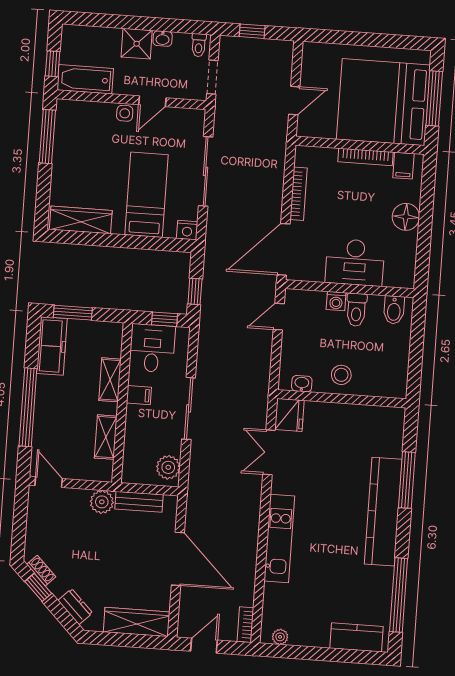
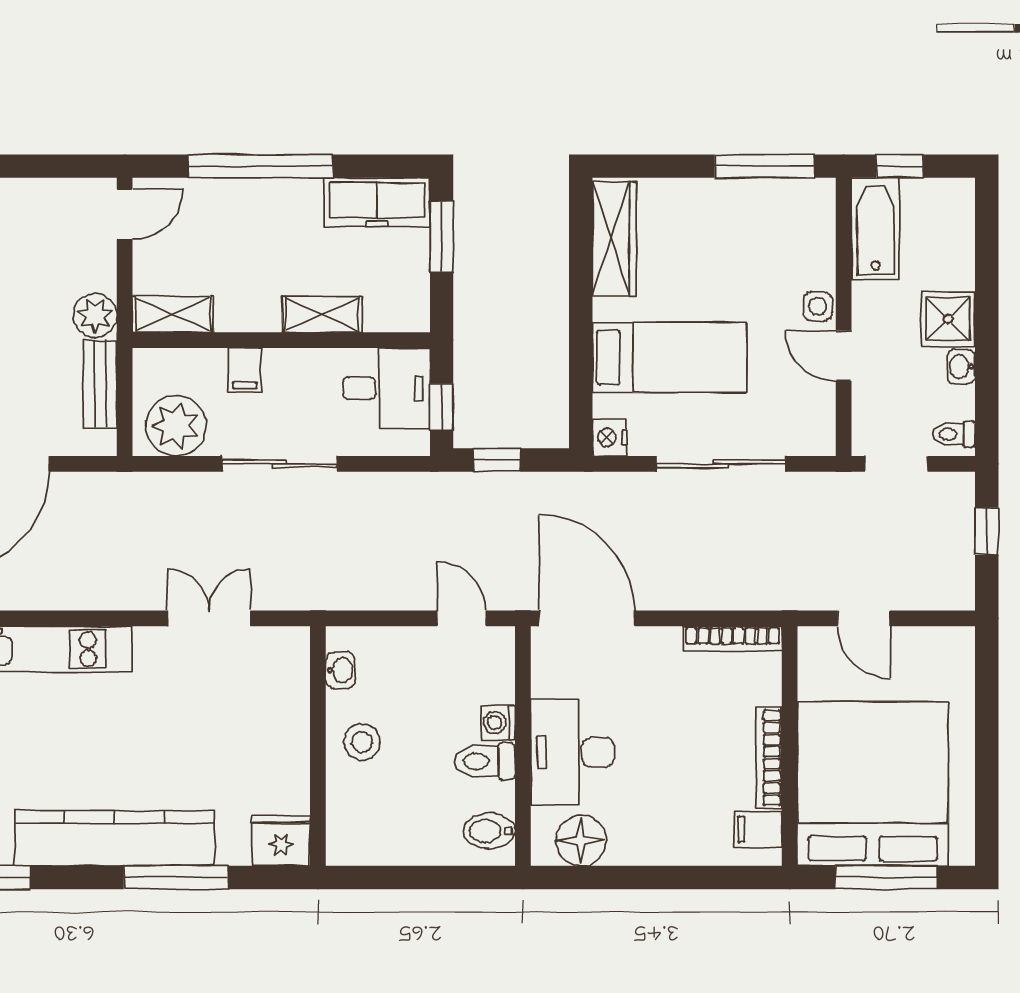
bookcase: (298, 194) -> (733, 639), moved
floor lamp: (406, 217) -> (581, 841), moved
filing cabinet: (139, 395) -> (245, 370), moved
fridge: (289, 415) -> (281, 841), moved, turned 180
shelving: (106, 437) -> (173, 314), moved
plant: (168, 467) -> (176, 426), width x1.36, depth x1.36

